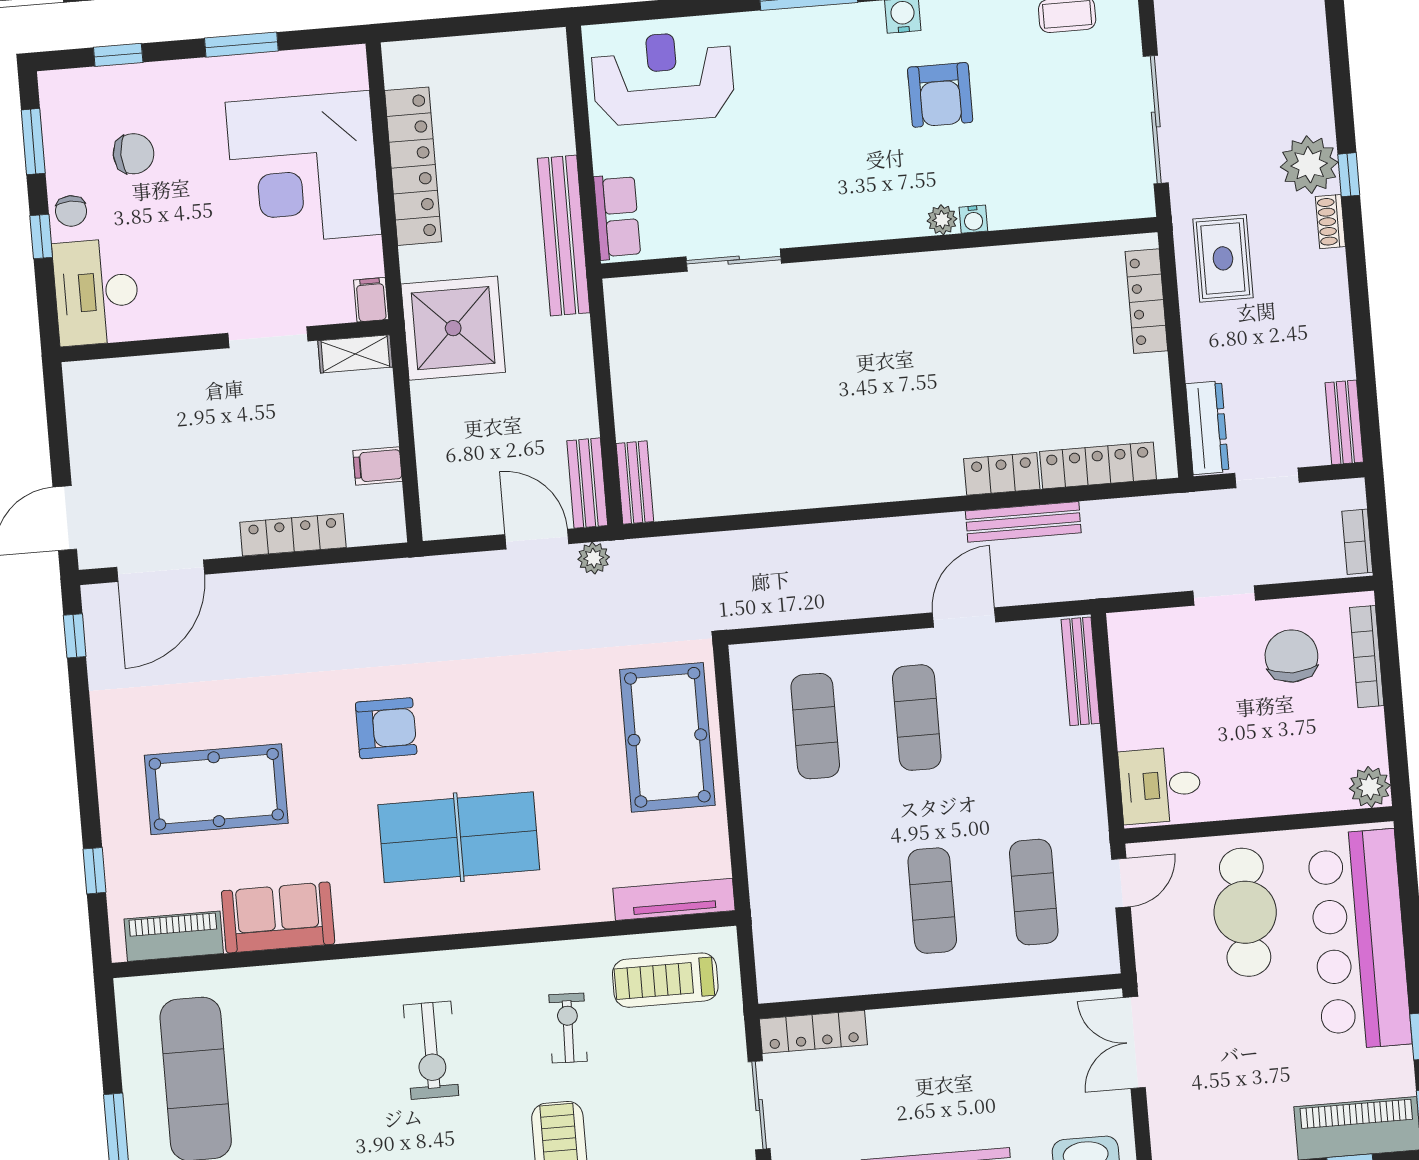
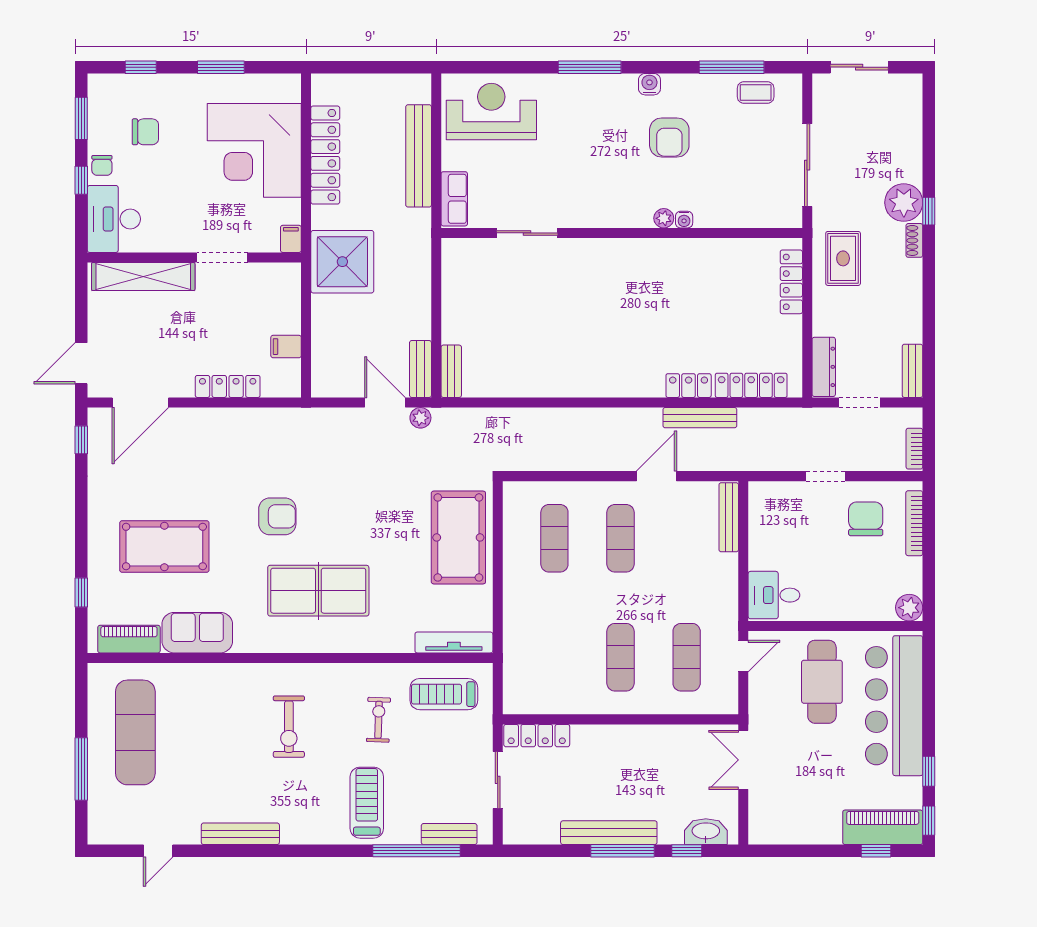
bench: (564, 235) -> (419, 156), moved
shelving: (355, 354) -> (143, 277), moved, width x2.20, depth x1.33

